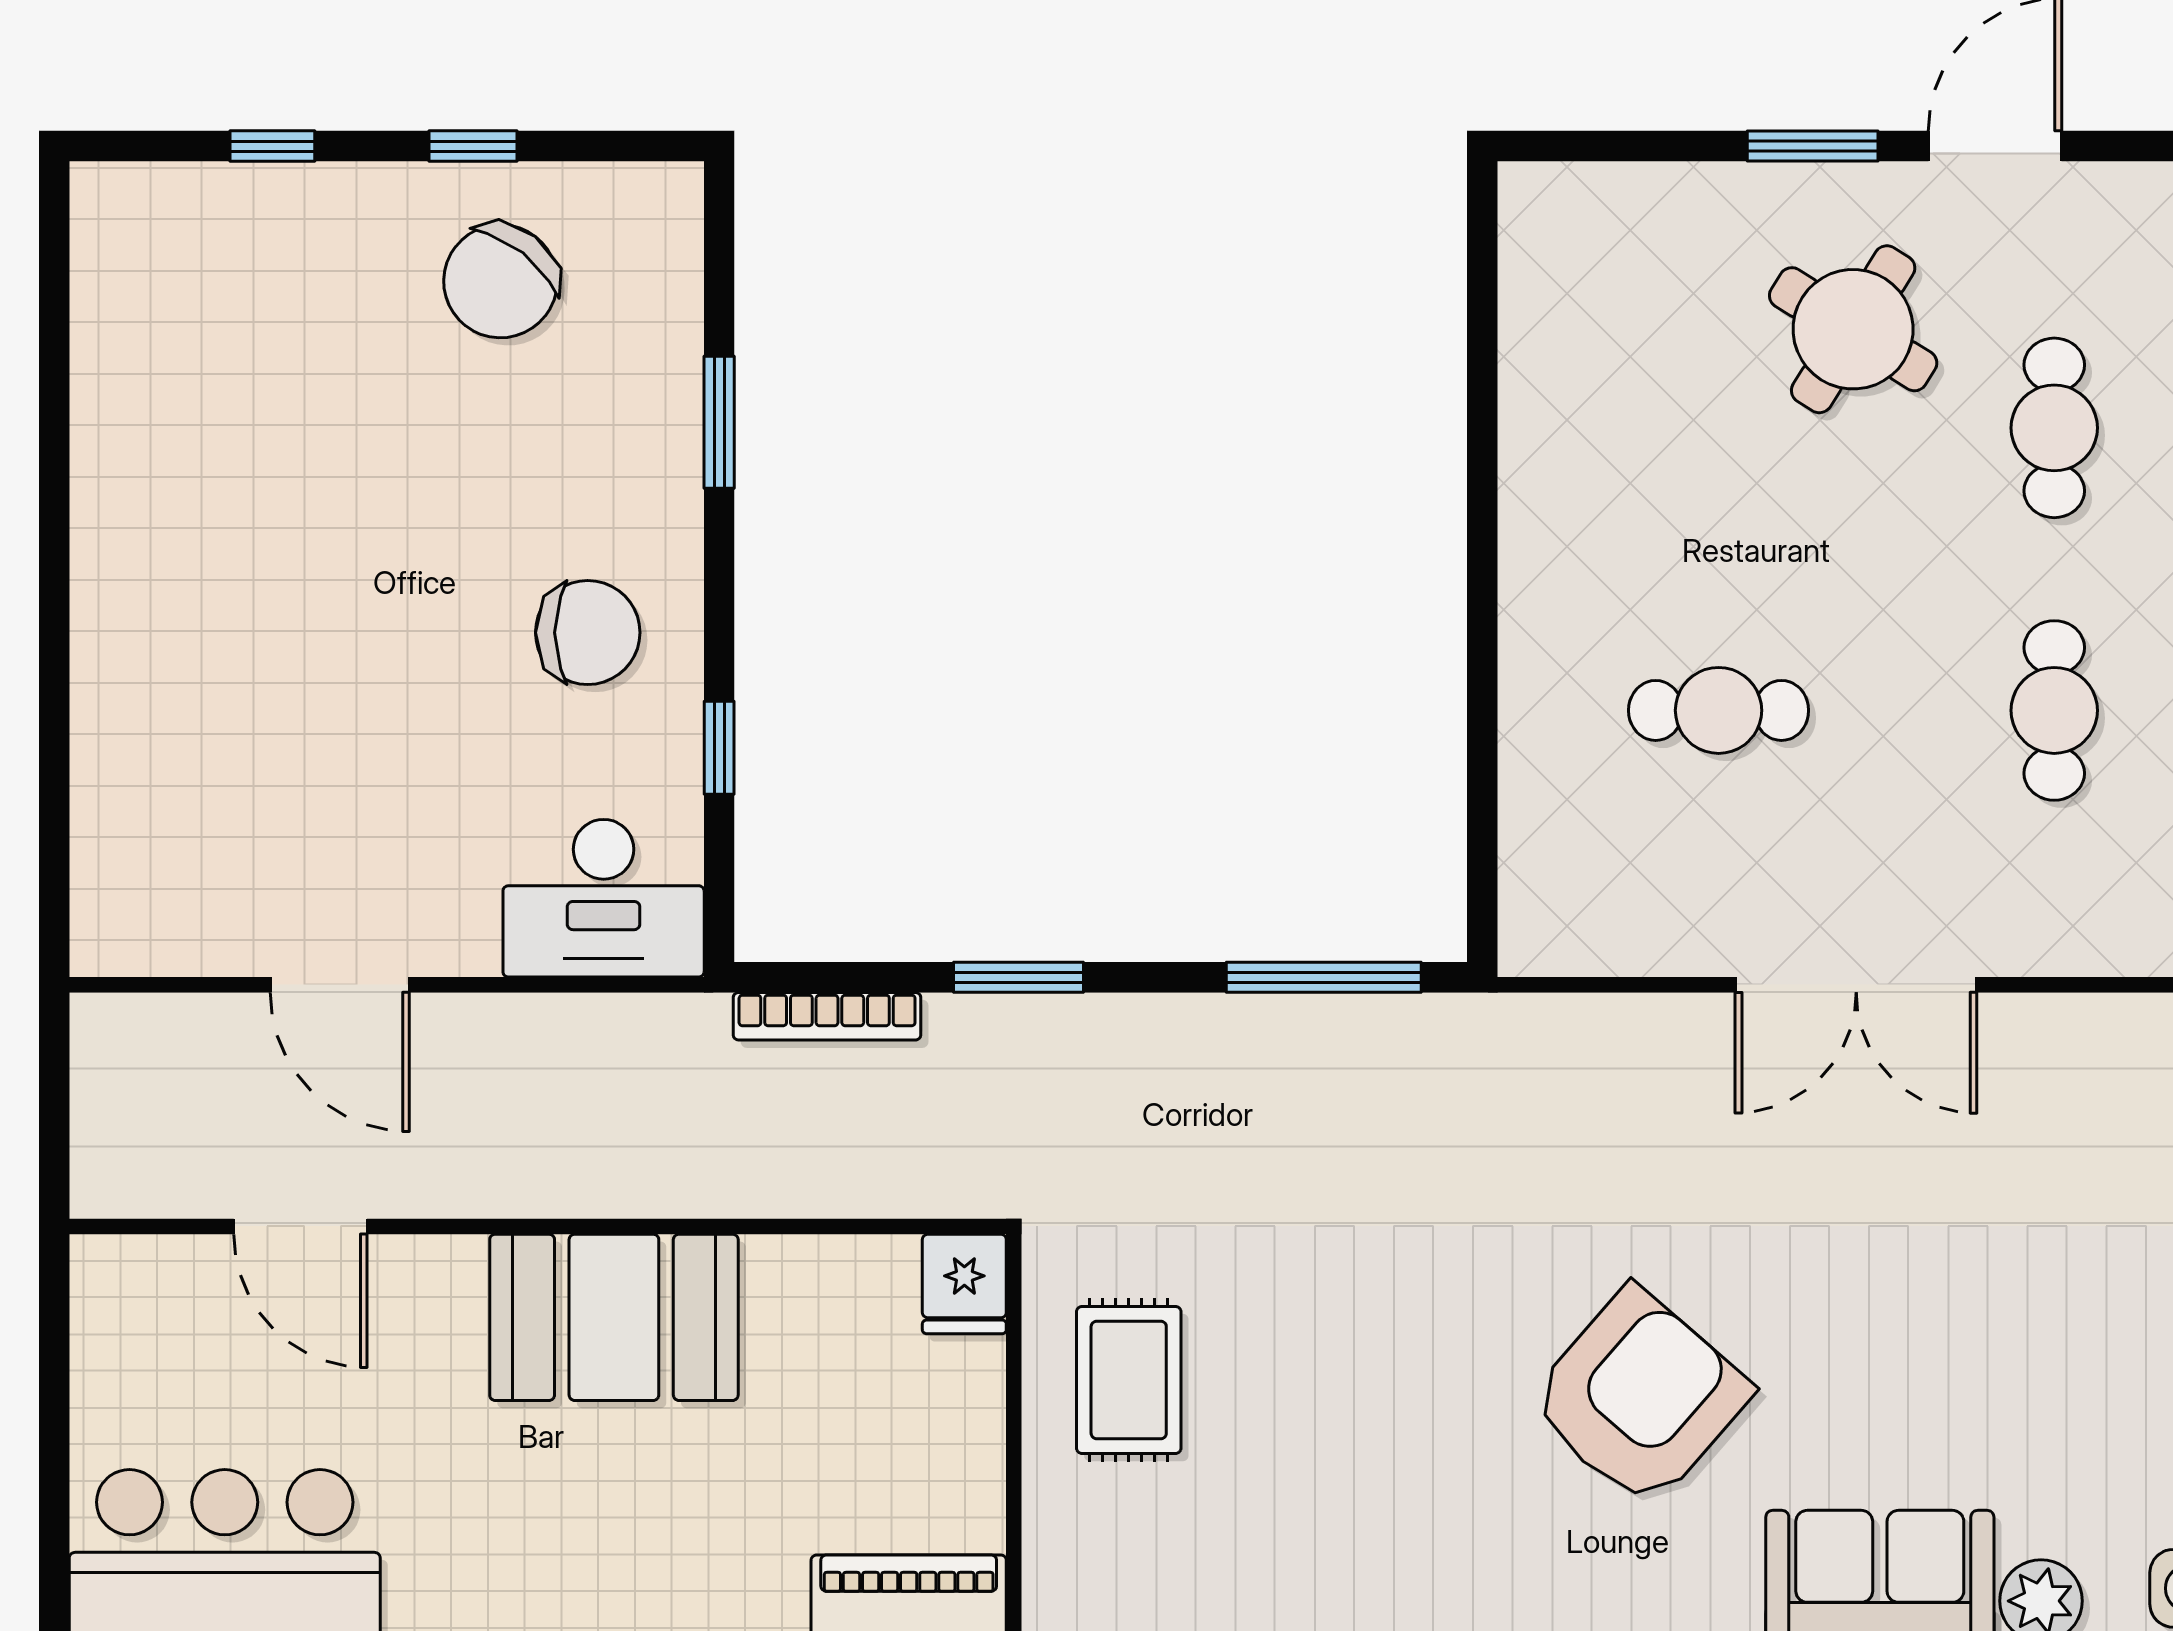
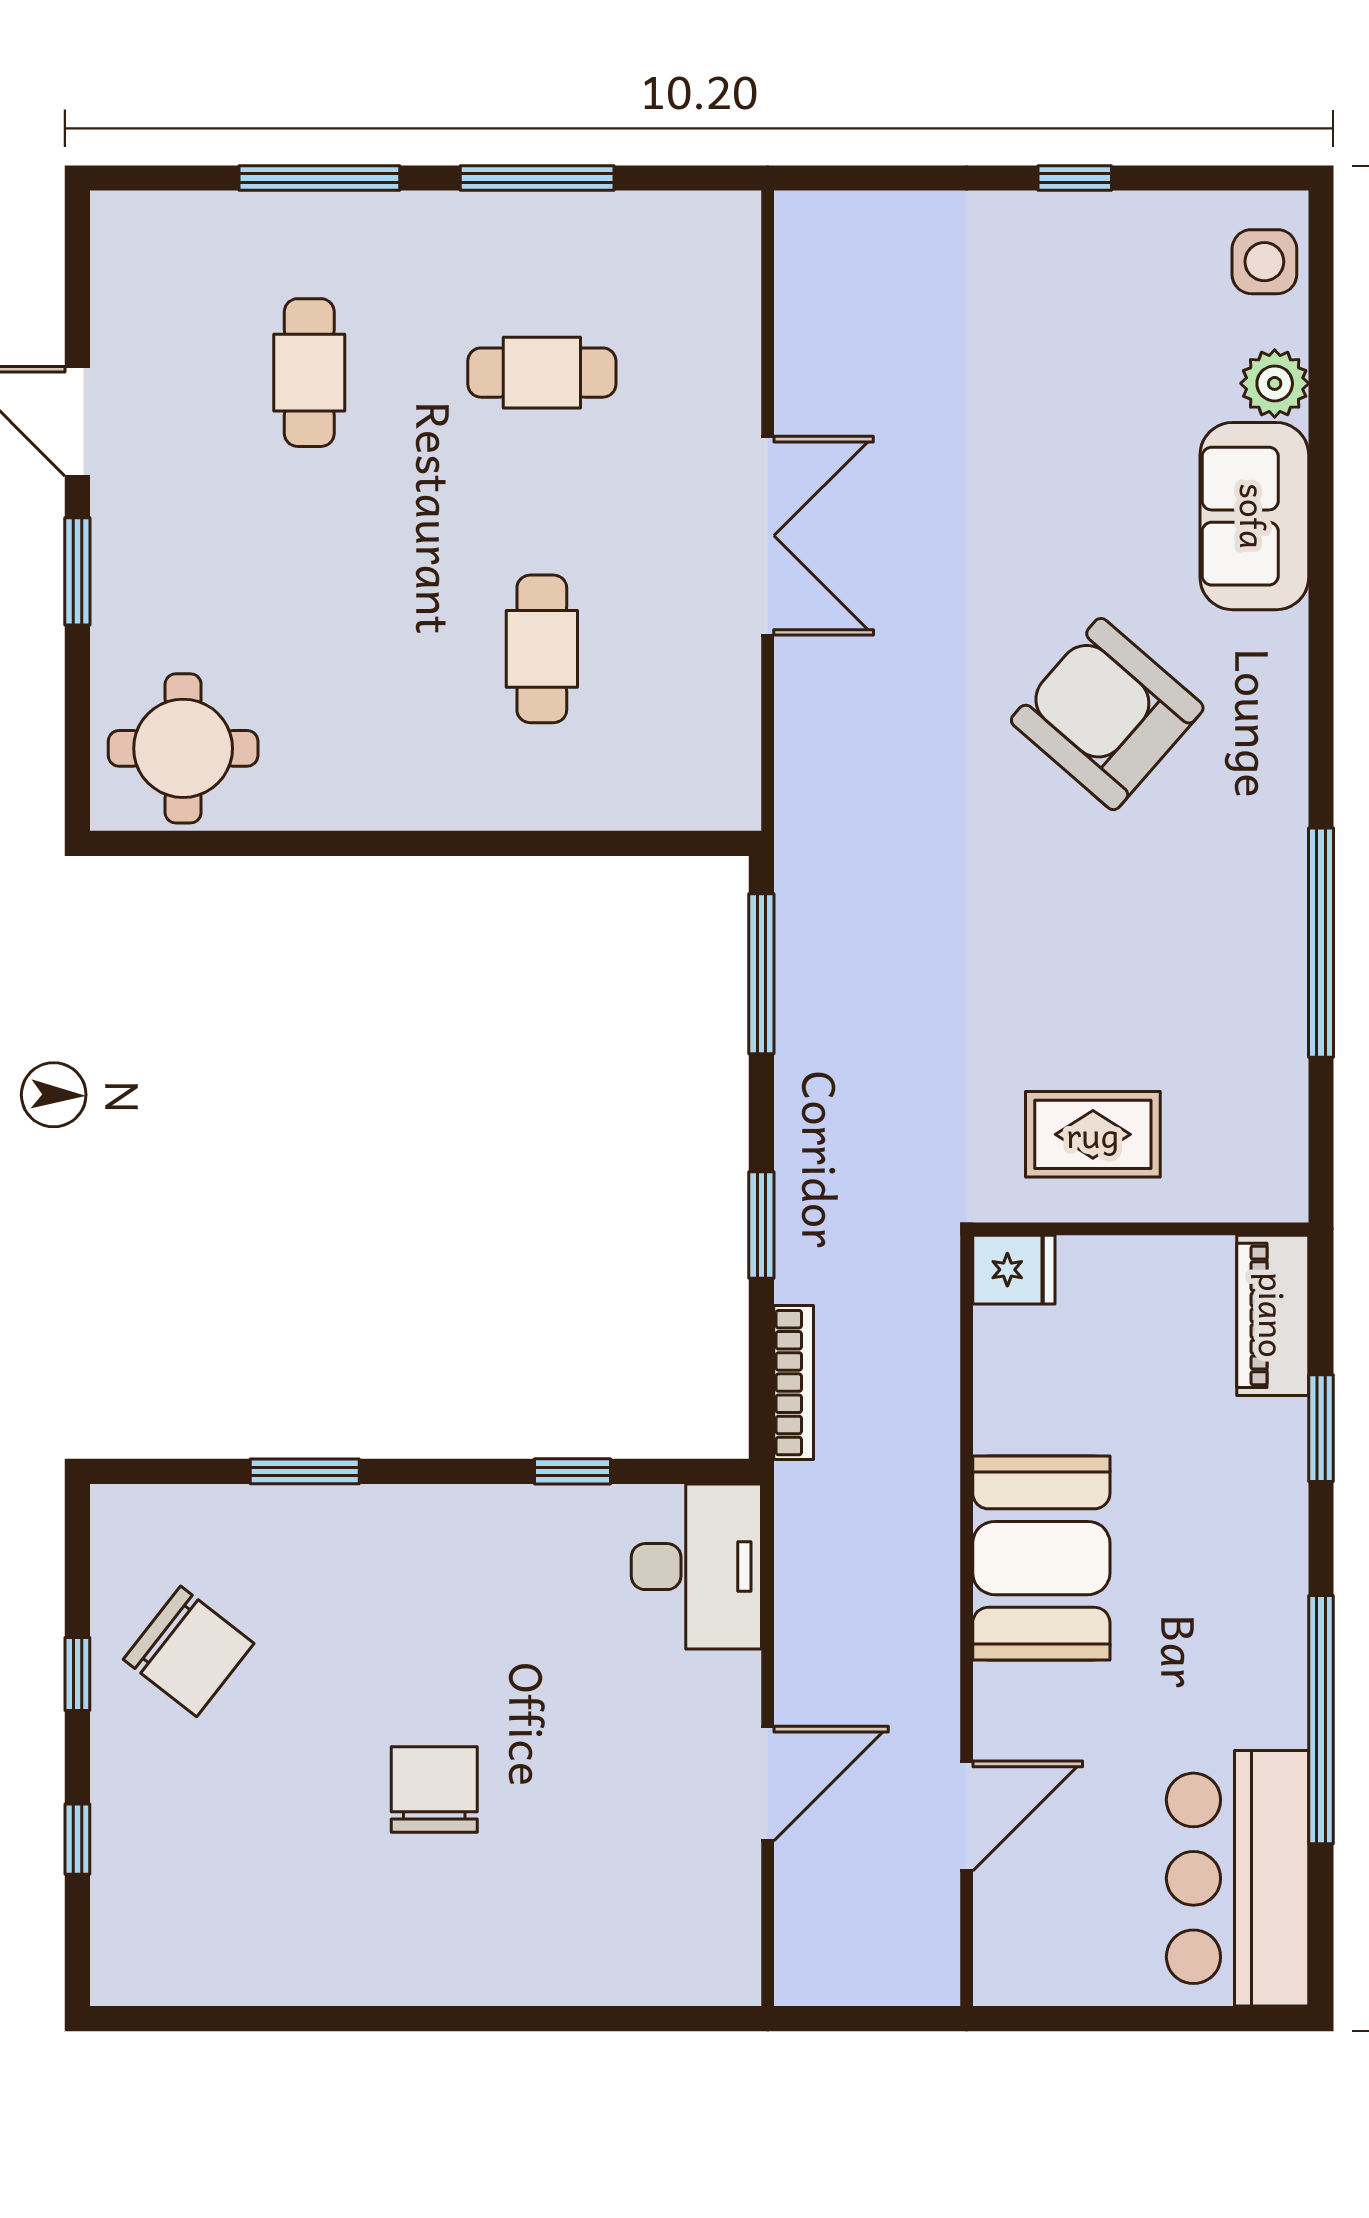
round table: (1853, 329) -> (183, 748), moved, turned -32
cafe table: (2054, 428) -> (309, 373), turned 90
chair: (588, 633) -> (434, 1790), moved

